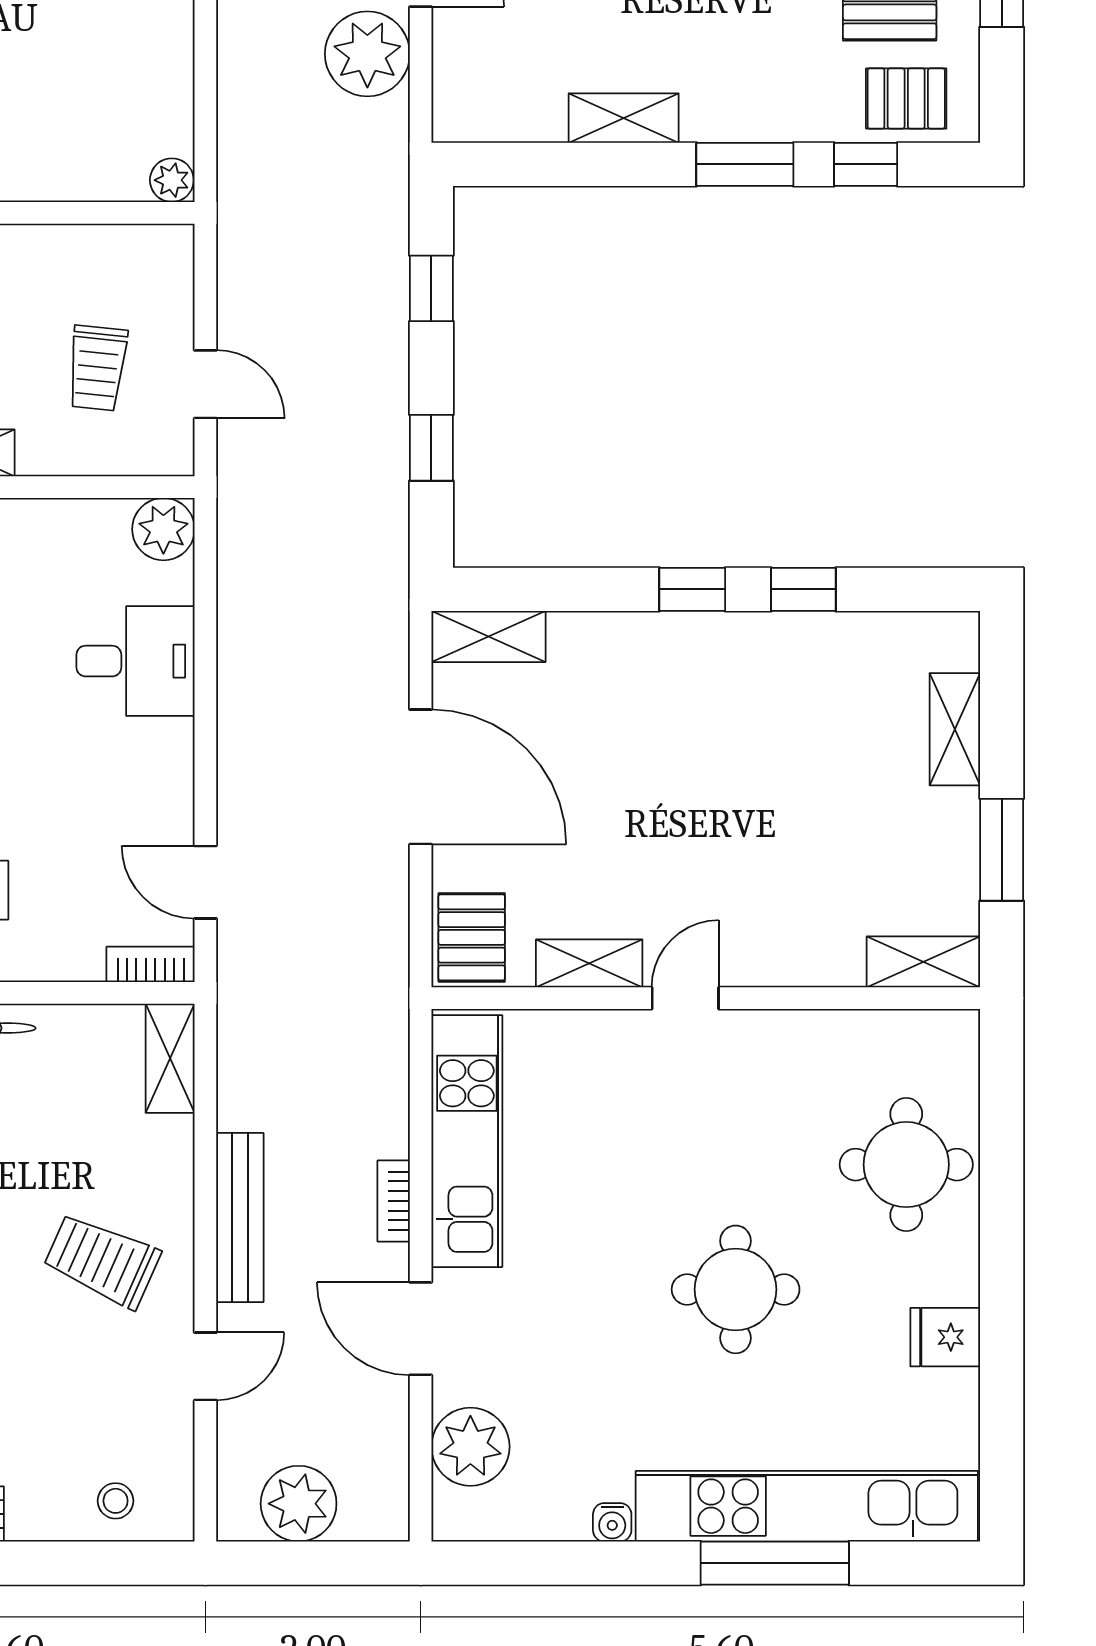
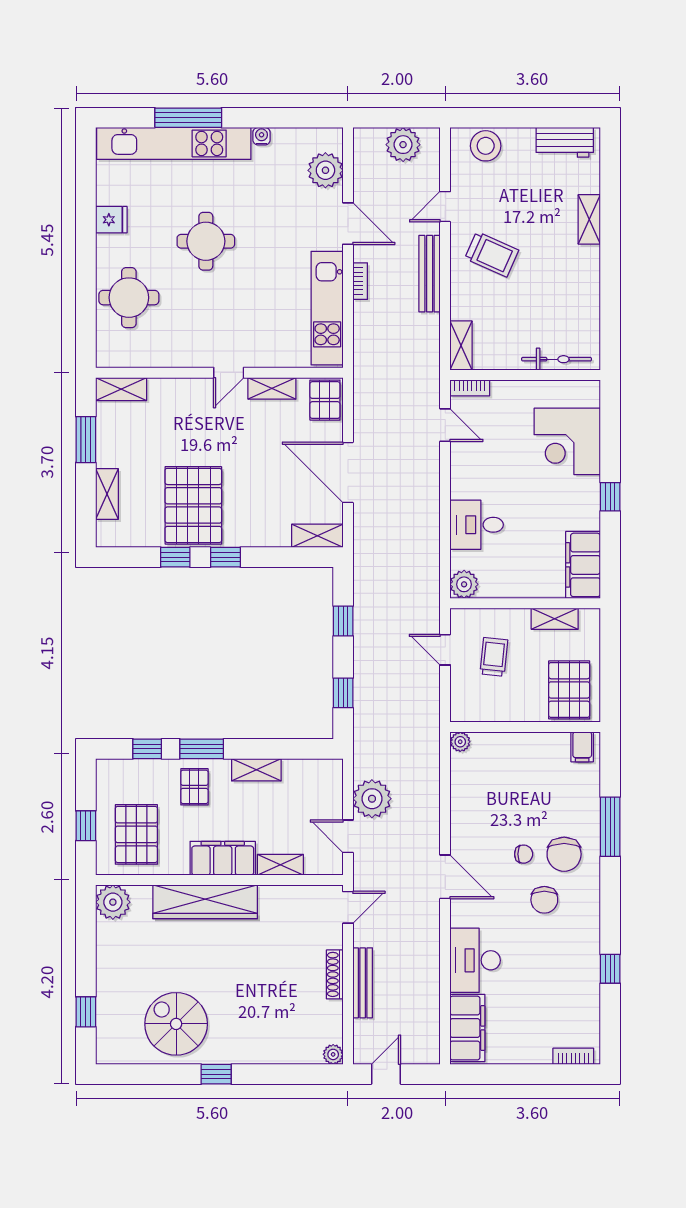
pallet: (906, 98) -> (194, 787), moved, turned 90
pallet: (763, 704) -> (193, 505), added
stool: (116, 1501) -> (486, 146), width x1.89, depth x1.89

